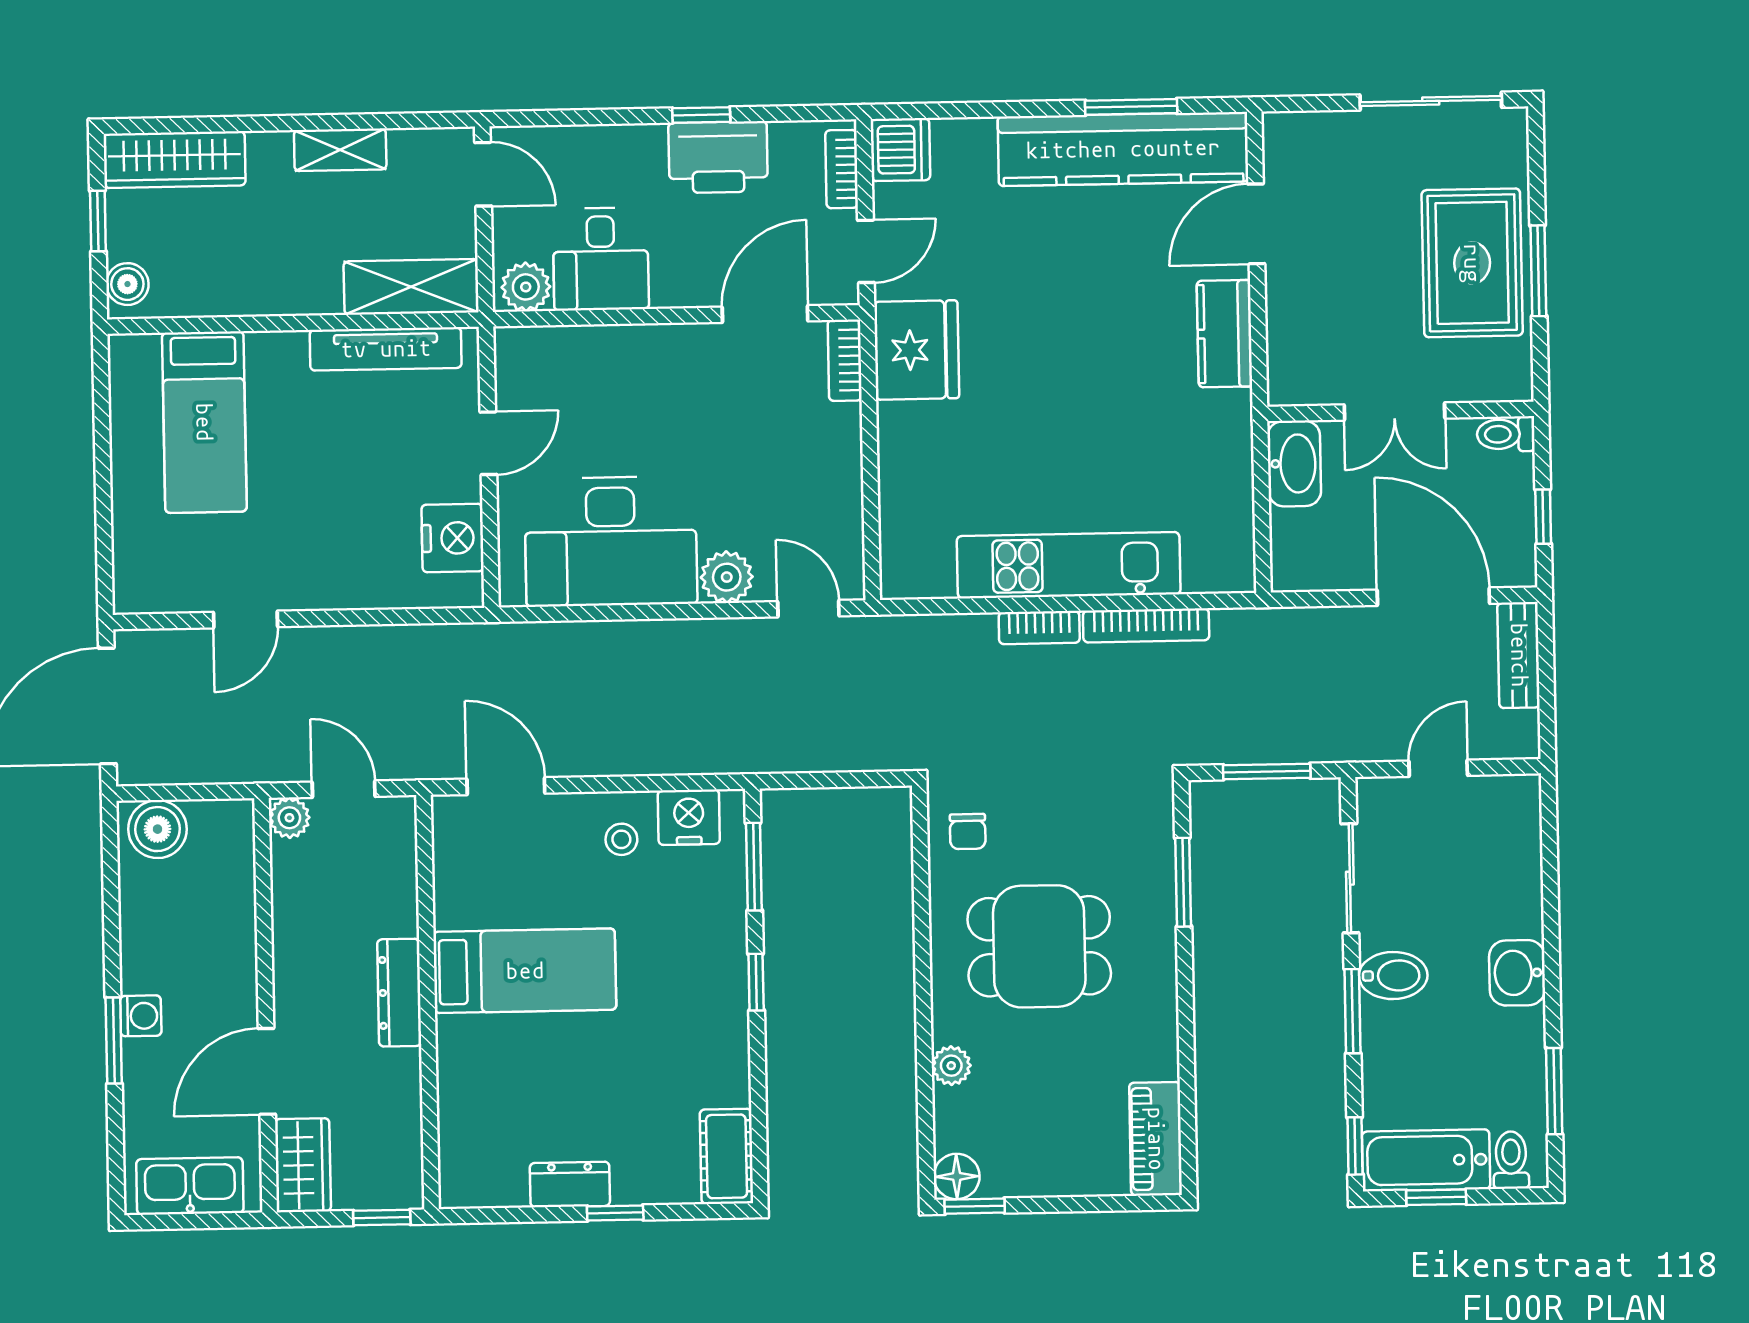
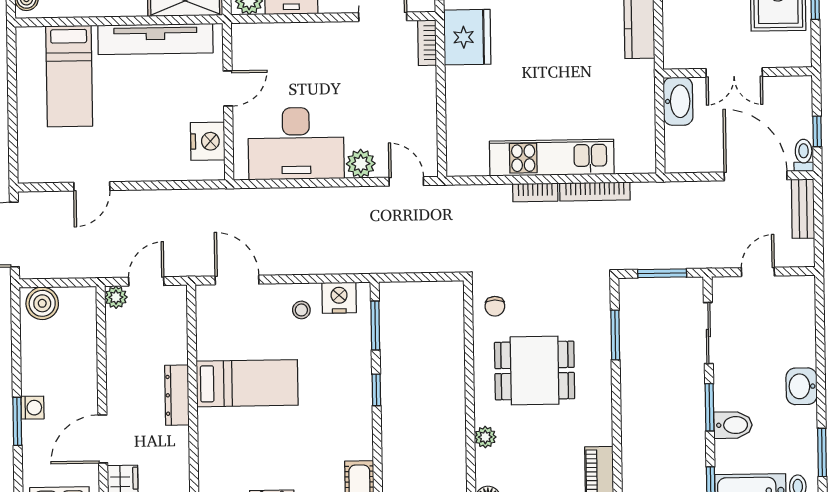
tv unit: (386, 349) -> (155, 39), width x1.36, depth x1.29
toilet: (1506, 434) -> (804, 155), moved, turned 90
door: (344, 789) -> (146, 281), hinge flipped
bidet: (1393, 976) -> (733, 425), moved

